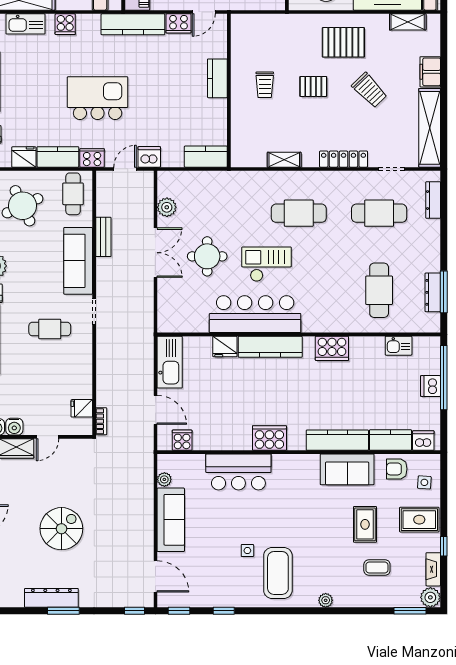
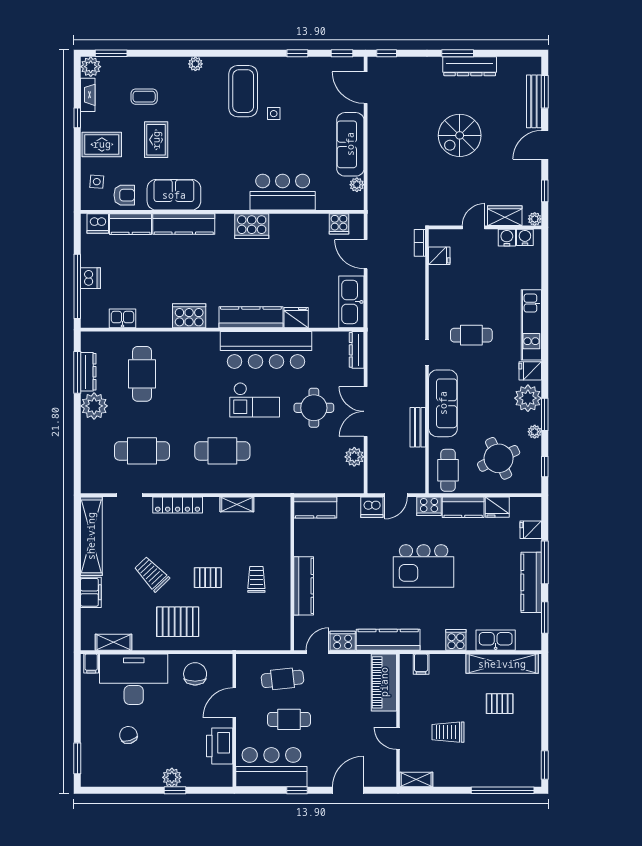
kitchen counter: (217, 78) -> (304, 586), width x1.50
dresser: (433, 200) -> (357, 350), moved, turned 180
plant: (427, 258) -> (94, 406), added

